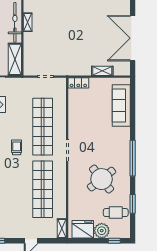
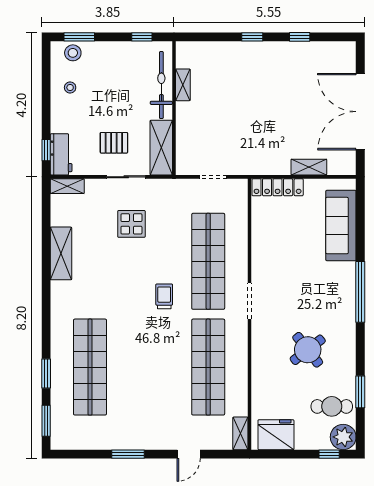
locker: (78, 83) -> (278, 187), width x1.53
window: (133, 158) -> (360, 292), moved
round table: (102, 179) -> (308, 350), width x0.73, depth x0.73
plant: (102, 231) -> (343, 437), moved

